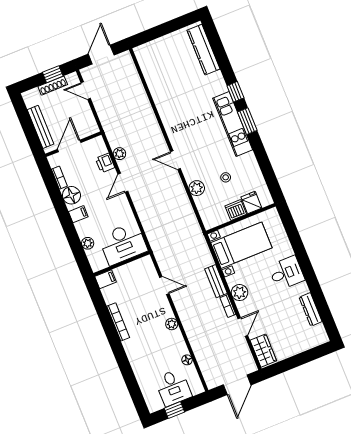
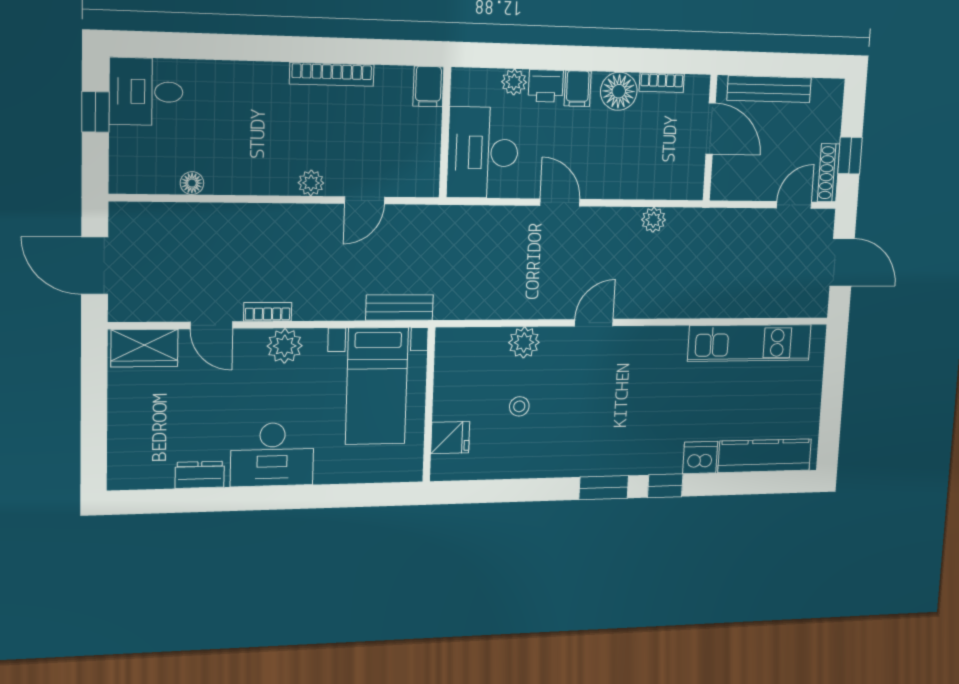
shoe rack: (53, 86) -> (829, 173), moved
kitchen unit: (233, 124) -> (750, 343), moved, turned 180
printer: (105, 163) -> (546, 86), moved, turned 180
door: (123, 183) -> (560, 202), moved
dishwasher: (236, 210) -> (700, 458), moved, turned -90
desk: (286, 273) -> (272, 455), width x1.37
bench: (216, 281) -> (400, 308), moved
dresser: (311, 309) -> (200, 475), width x0.70
plant: (172, 324) -> (311, 183), moved
desk: (173, 387) -> (146, 92), moved

